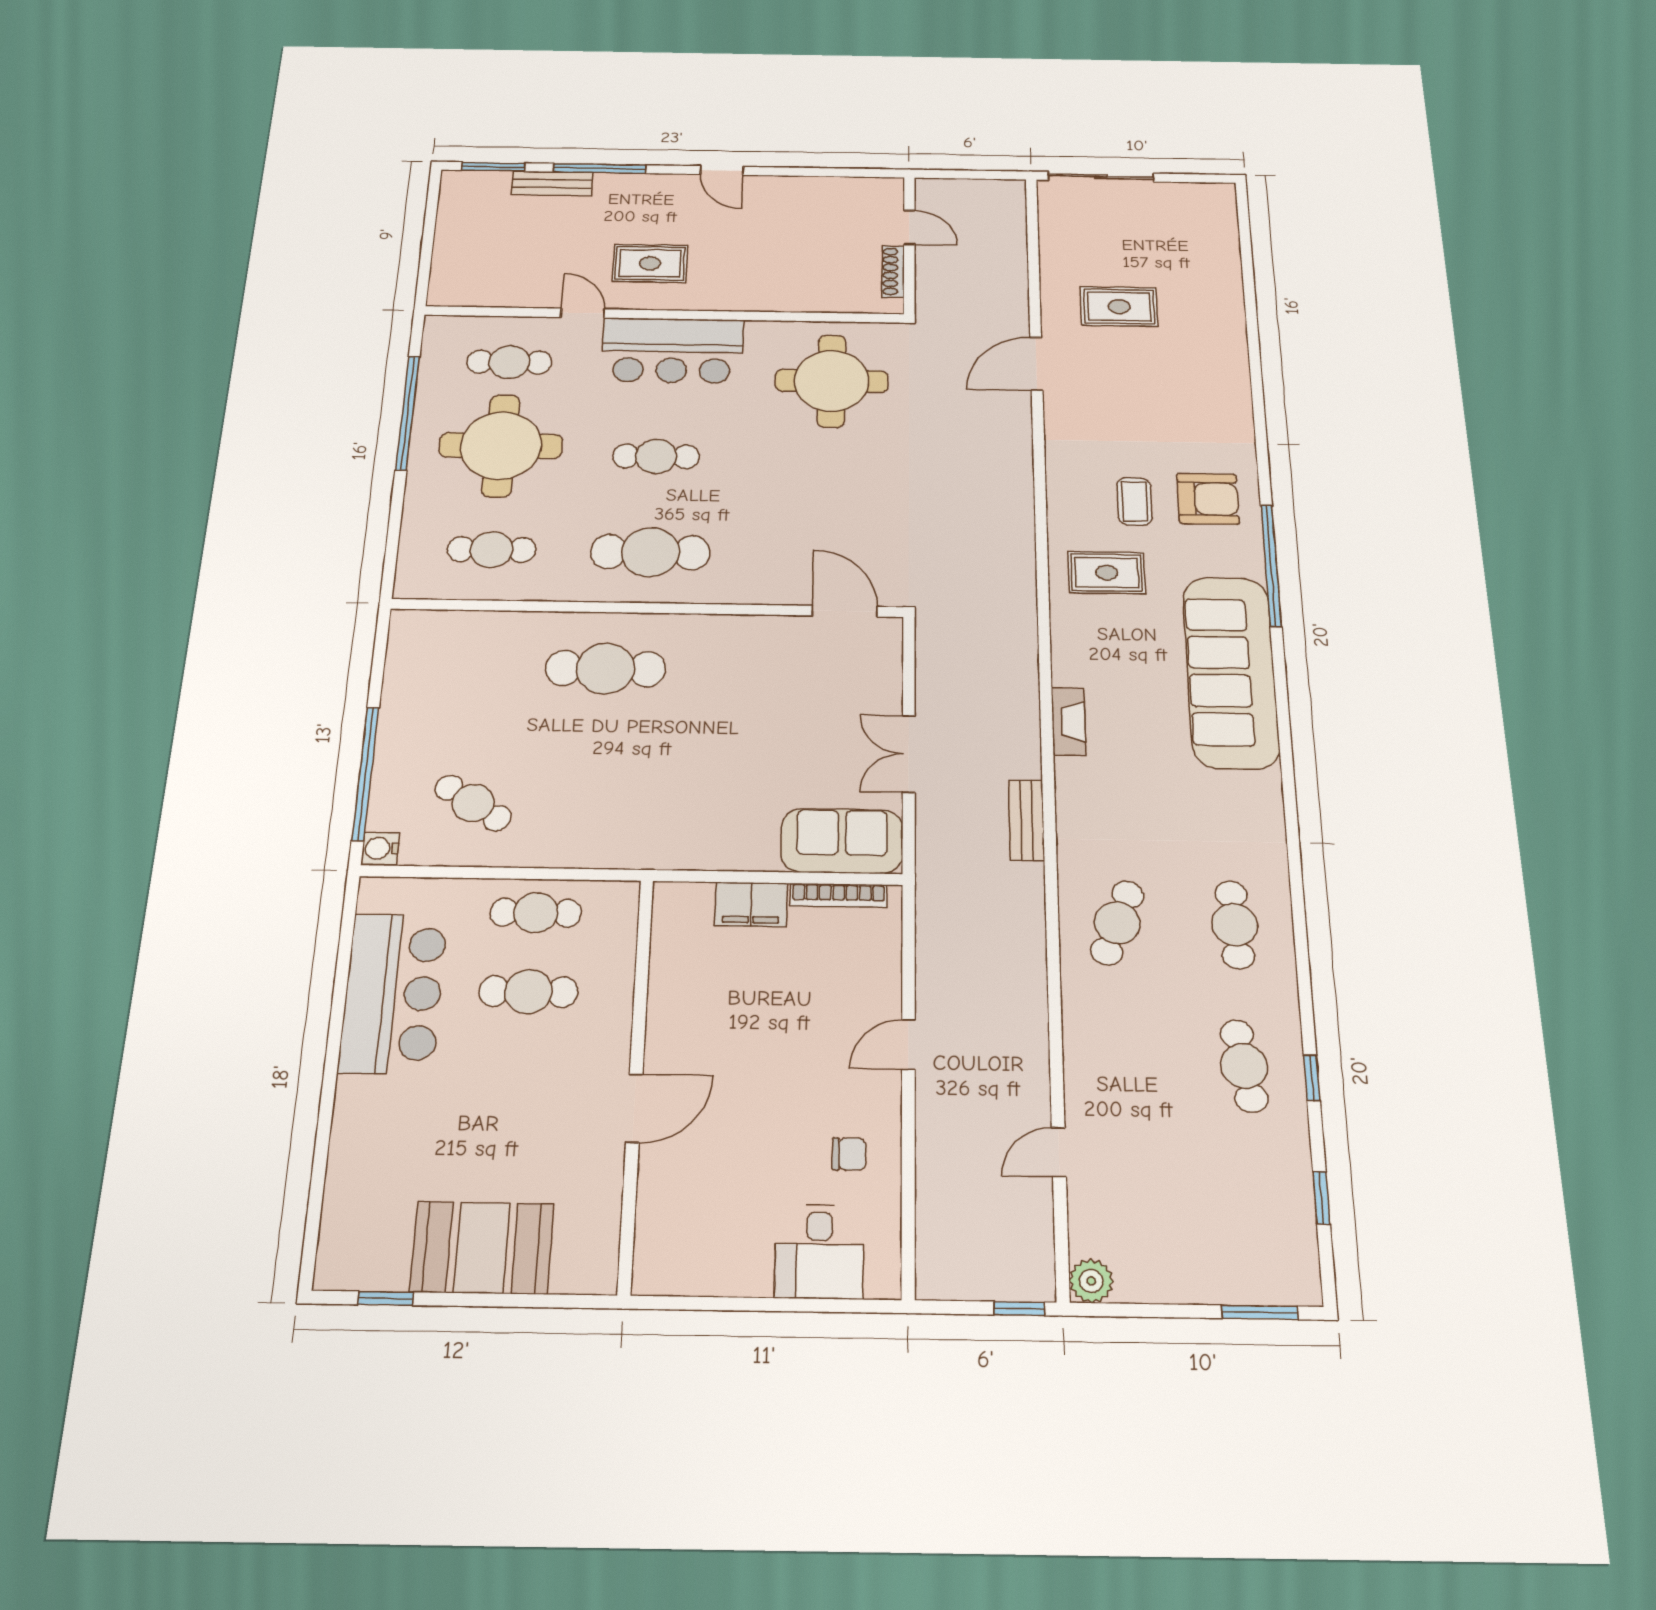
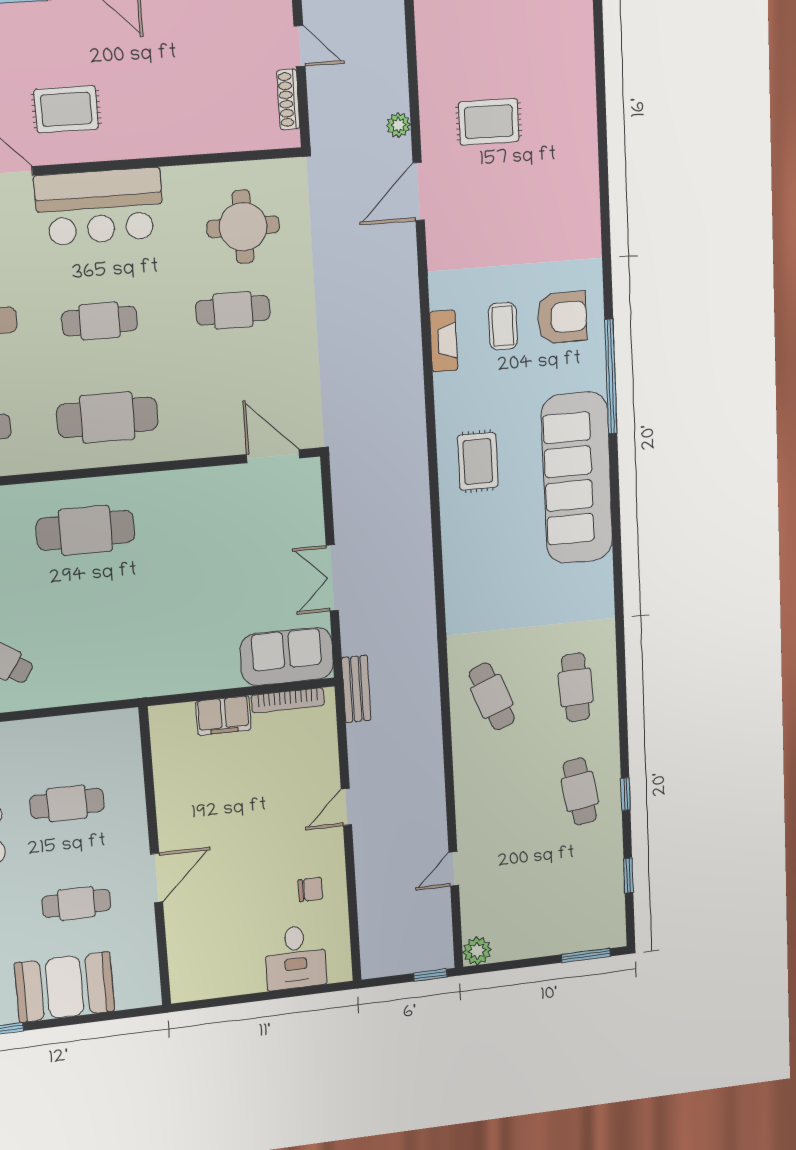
plant: (1015, 302) -> (398, 125), added
round table: (832, 381) -> (243, 227), width x0.73, depth x0.73
cafe table: (811, 459) -> (233, 310), added
rug: (1107, 573) -> (478, 461), moved, turned 90
fireplace: (1069, 722) -> (444, 341), moved
bench: (1027, 820) -> (356, 689), moved
cafe table: (536, 913) -> (76, 903), moved
cafe table: (1117, 923) -> (492, 696), turned -42

